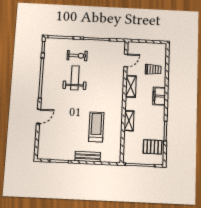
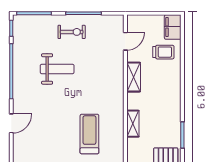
exercise bike: (77, 56) -> (72, 32), moved
weight bench: (75, 78) -> (57, 69), turned 90
filing cabinet: (159, 96) -> (173, 27), moved

